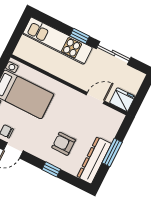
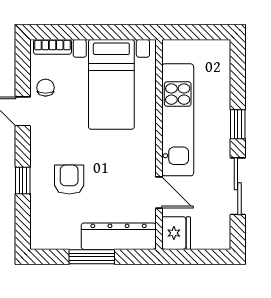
kitchen unit: (57, 41) -> (178, 120), moved, turned 180
dresser: (94, 160) -> (119, 236), moved

